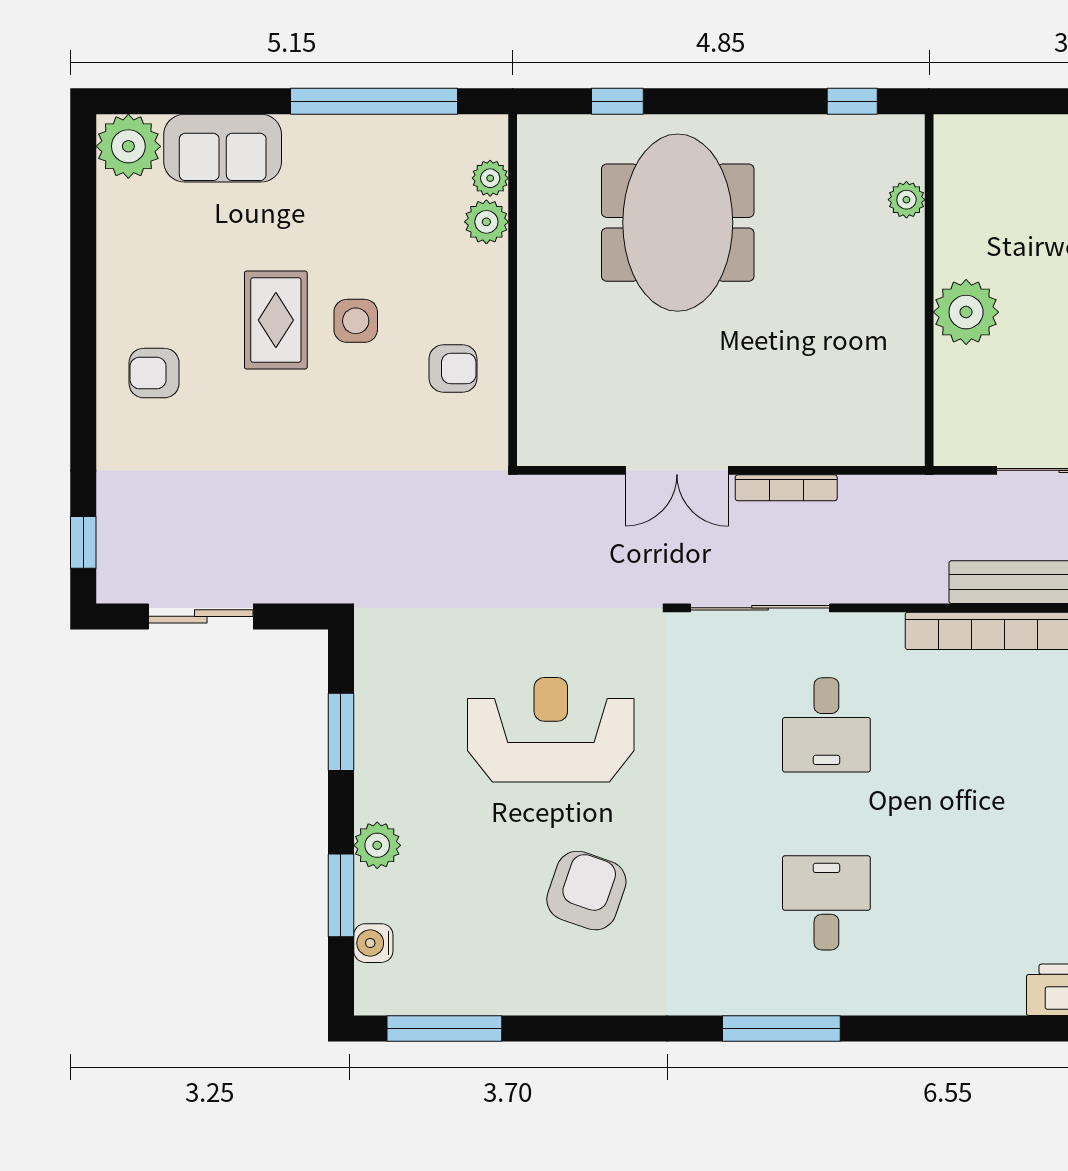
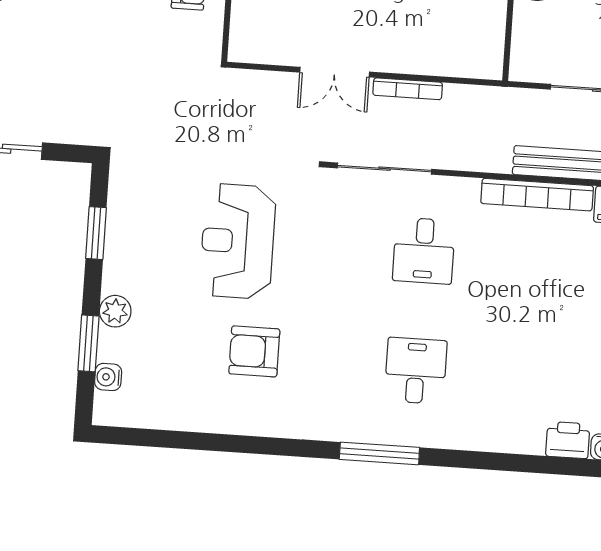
reception desk: (551, 730) -> (238, 241), turned -90
armchair: (586, 891) -> (254, 351), turned -109
window: (444, 1029) -> (152, 438), removed

